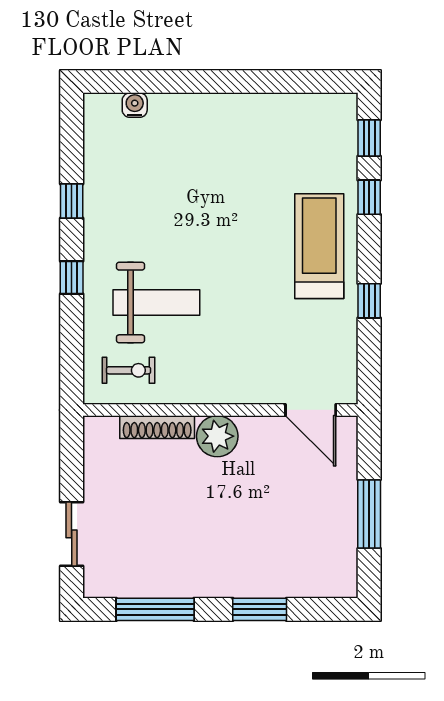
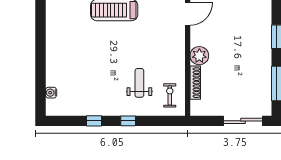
weight bench: (156, 302) -> (139, 83), width x0.73, depth x0.75
sliding door: (72, 534) -> (243, 121), width x1.37

